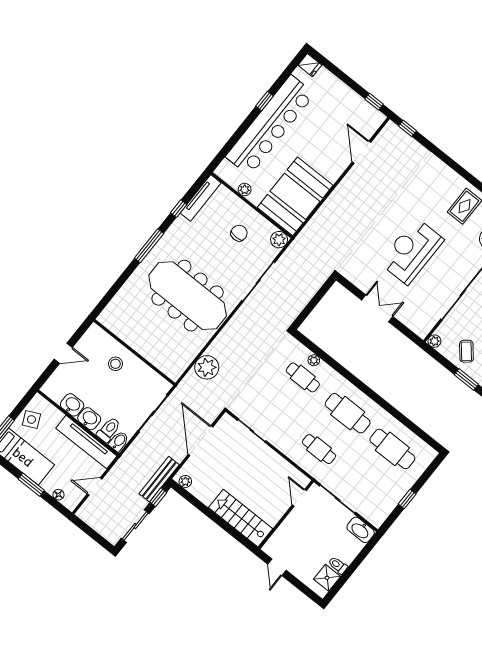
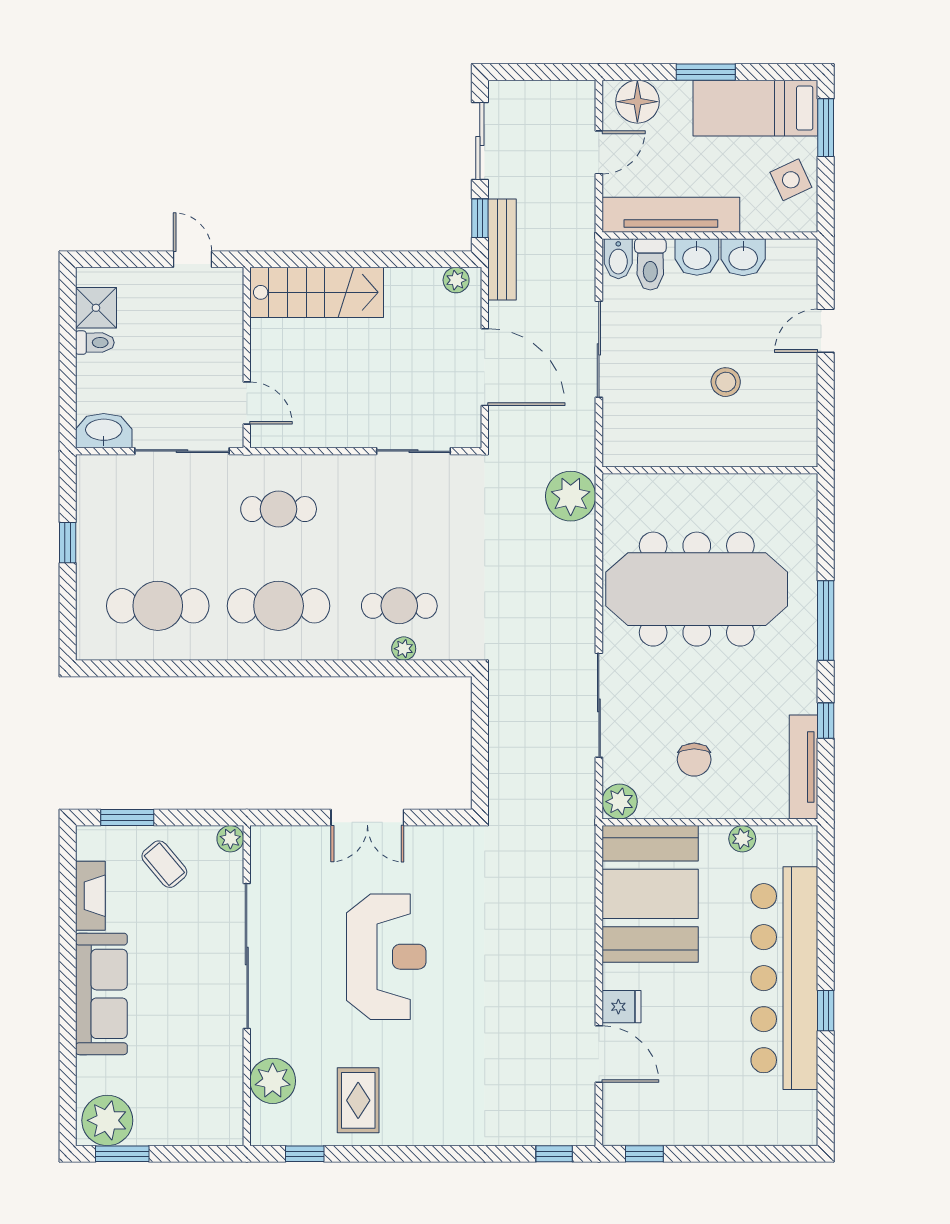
fridge: (310, 65) -> (621, 1007), moved, turned 180
wall: (134, 352) -> (710, 470), moved
floor lamp: (58, 495) -> (637, 102), width x1.89, depth x1.89

